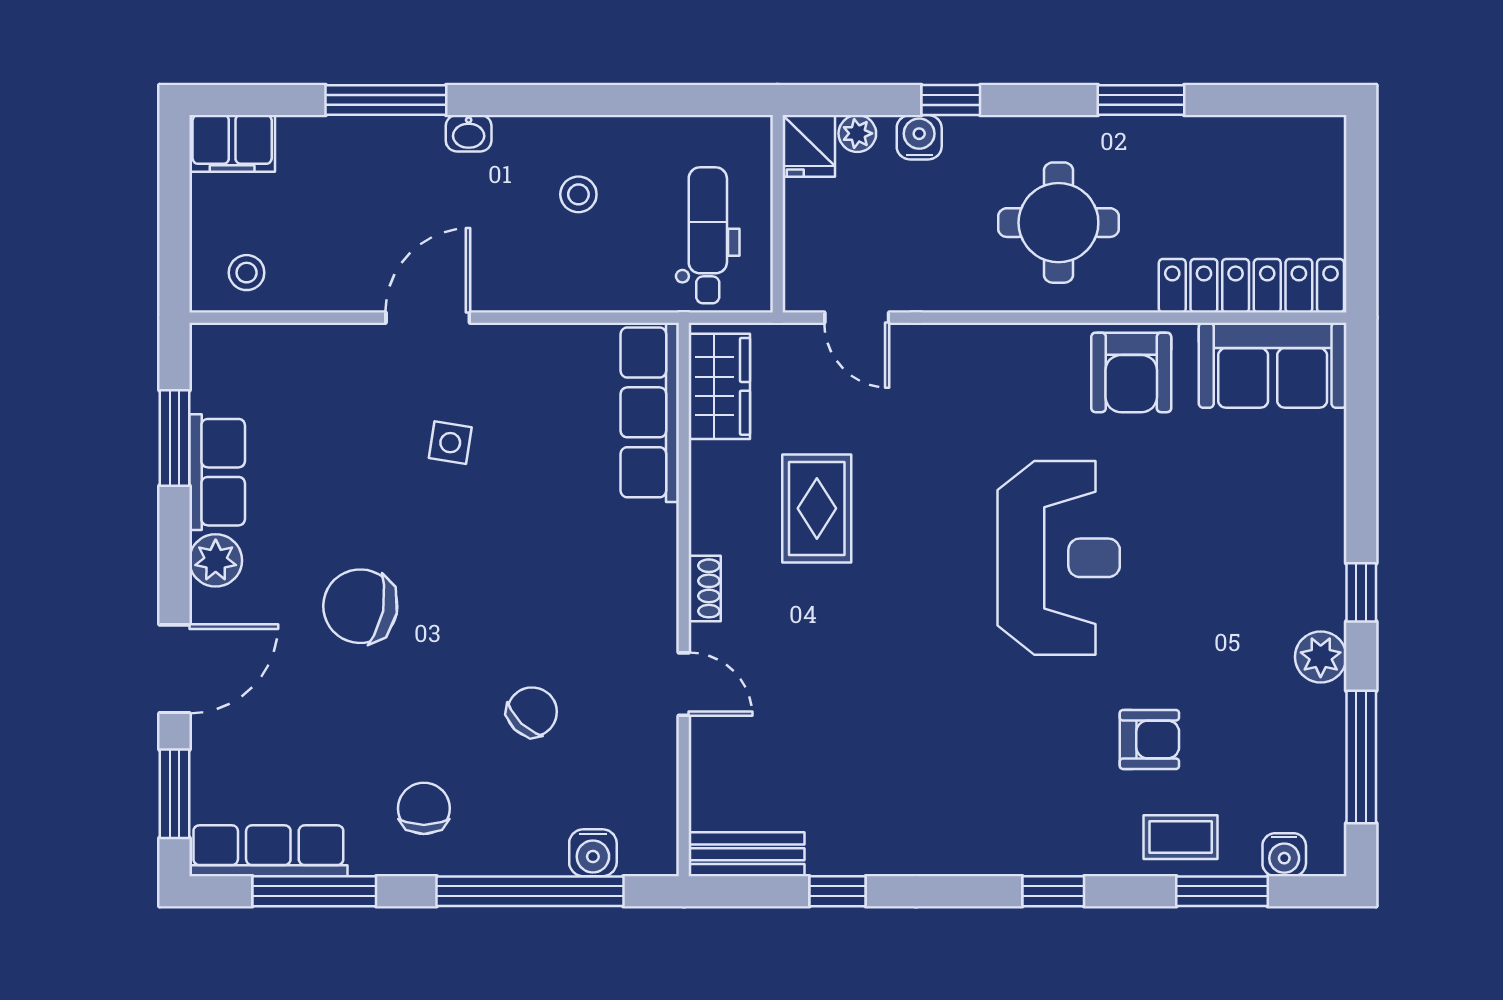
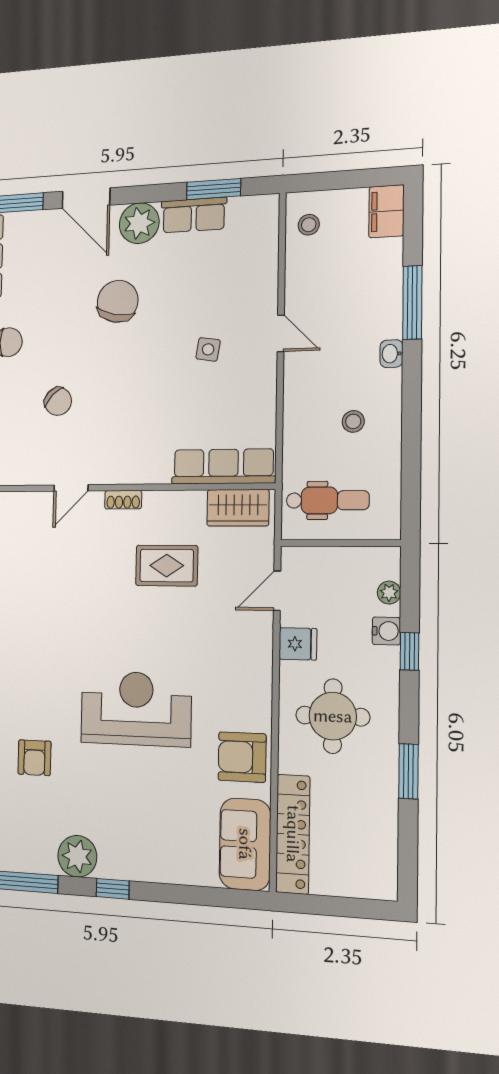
fridge: (809, 146) -> (298, 644), moved, turned 180
door: (428, 318) -> (281, 333), width x0.73
reception desk: (1059, 558) -> (136, 709), turned 180
plant: (216, 560) -> (139, 223), width x1.36, depth x1.36
plant: (1321, 657) -> (77, 856), width x1.36, depth x1.36

